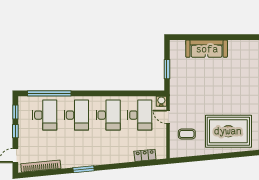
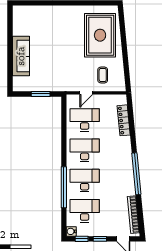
window: (49, 93) -> (64, 187), moved
water cooler: (161, 101) -> (71, 231), moved
locker: (145, 155) -> (124, 120), width x1.53
window: (84, 169) -> (136, 174), width x2.11

